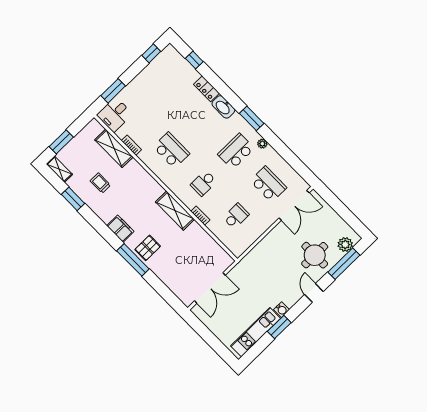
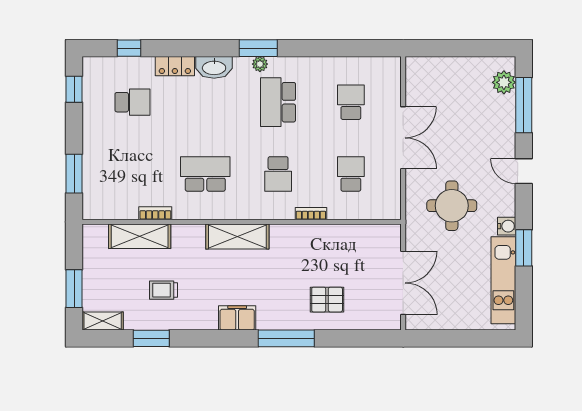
school desk: (171, 86) -> (132, 102), added
desk: (115, 115) -> (102, 198), removed
plant: (262, 144) -> (260, 64), moved
school desk: (268, 184) -> (351, 102), width x0.54
double door: (294, 205) -> (403, 138), moved
shelving: (175, 211) -> (237, 236), moved
pallet: (148, 248) -> (327, 300), moved, turned 90
round table: (315, 255) -> (452, 206), moved

